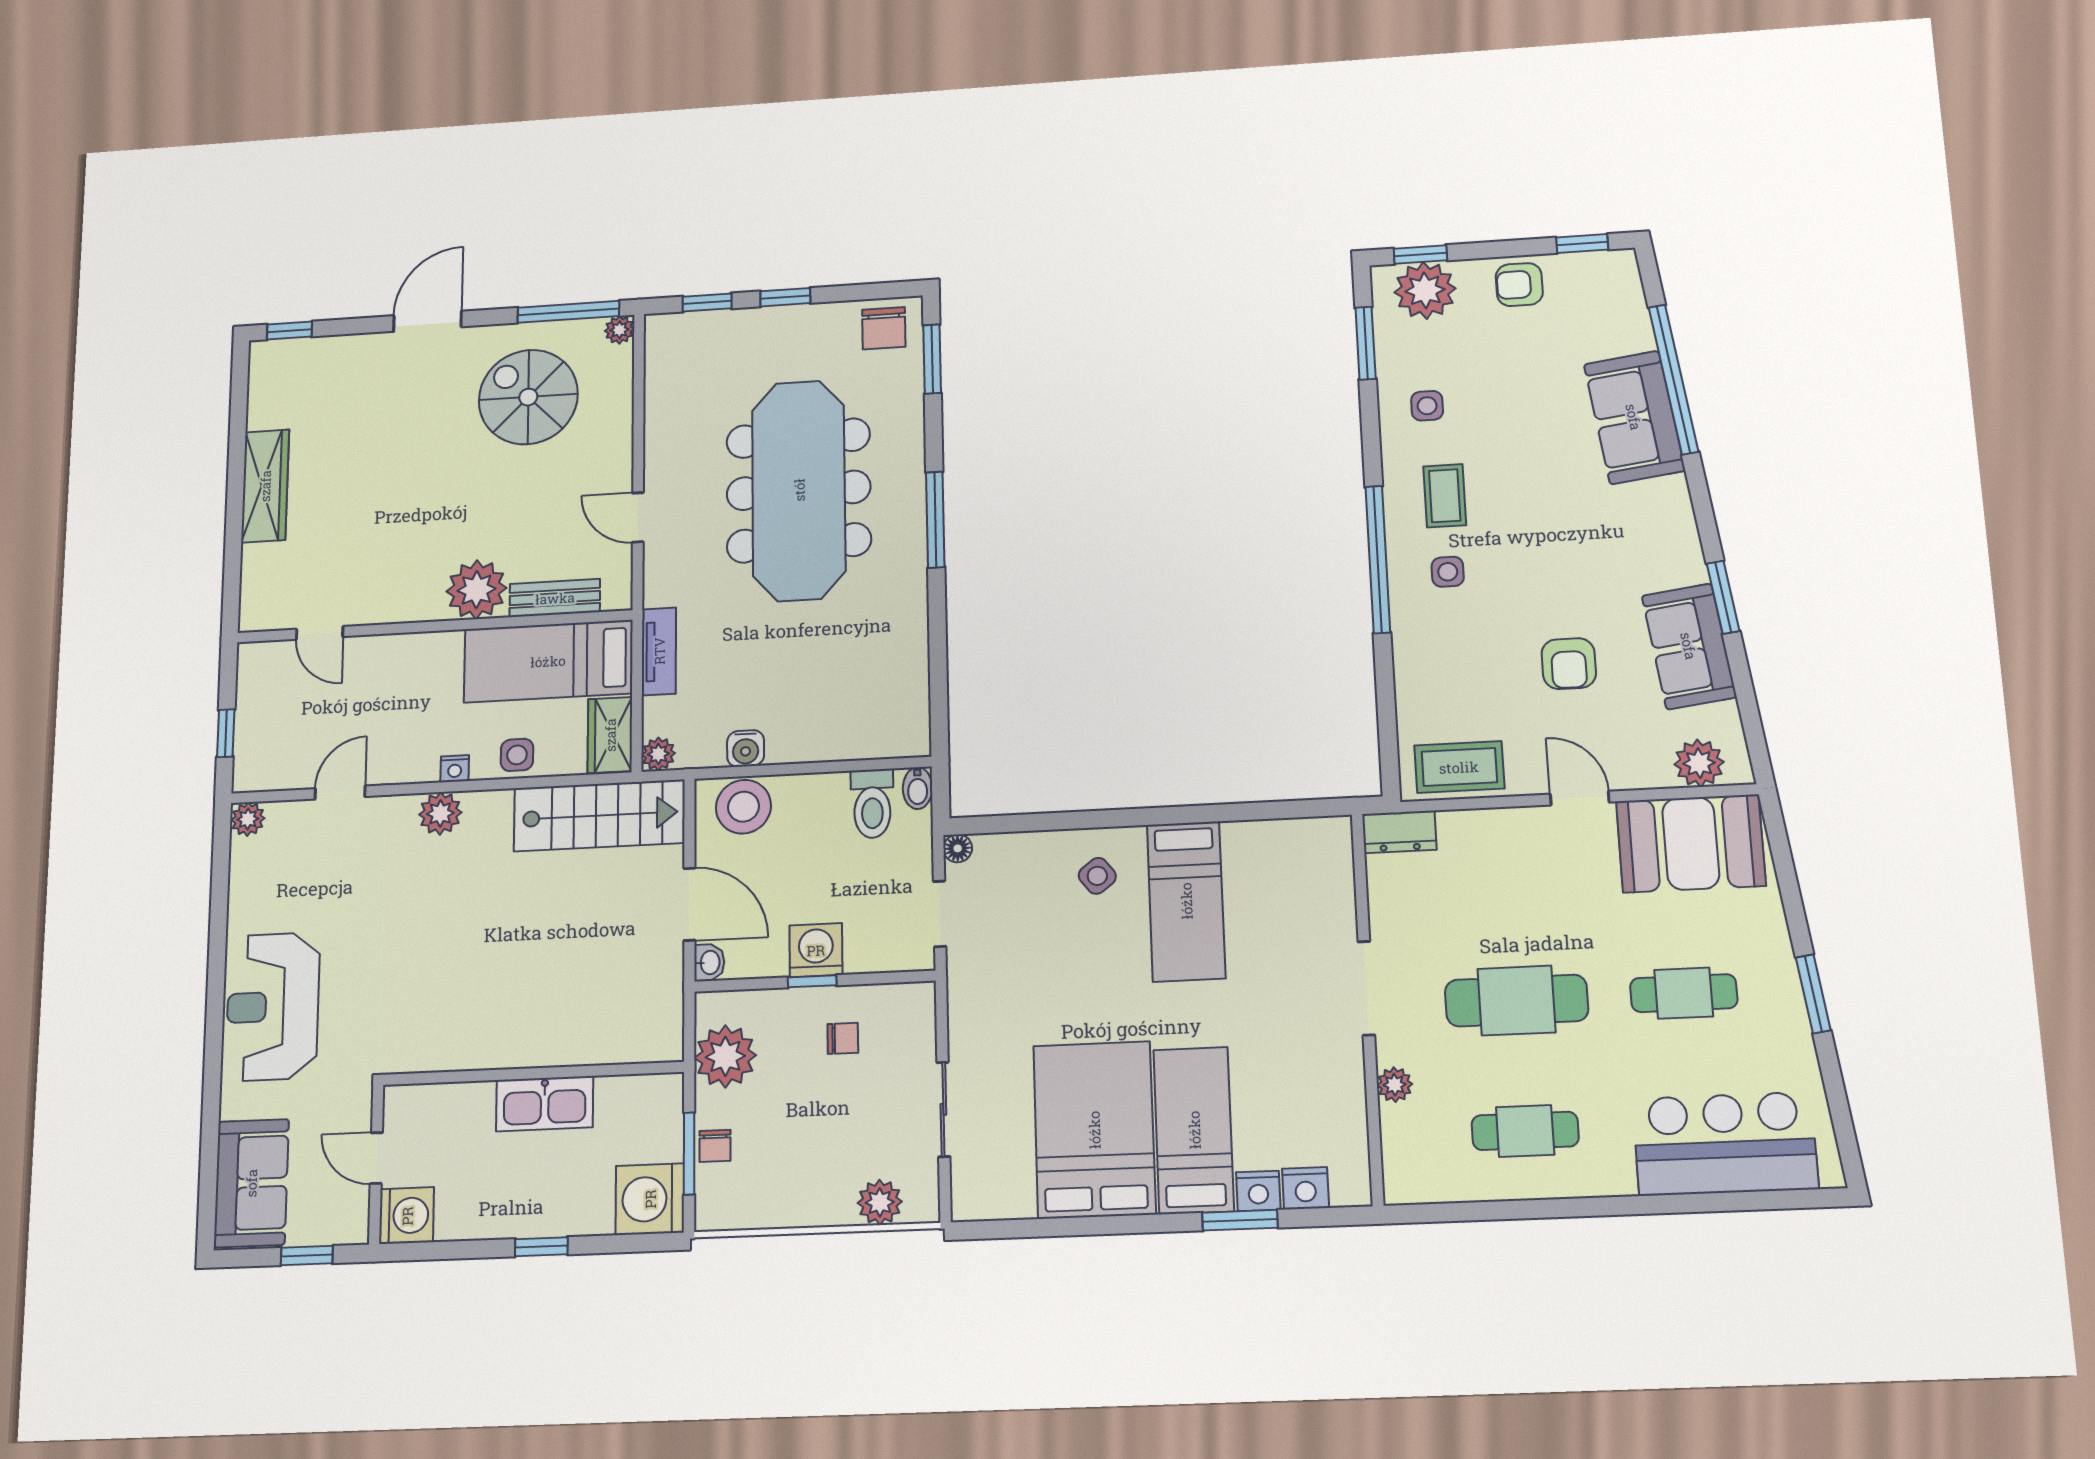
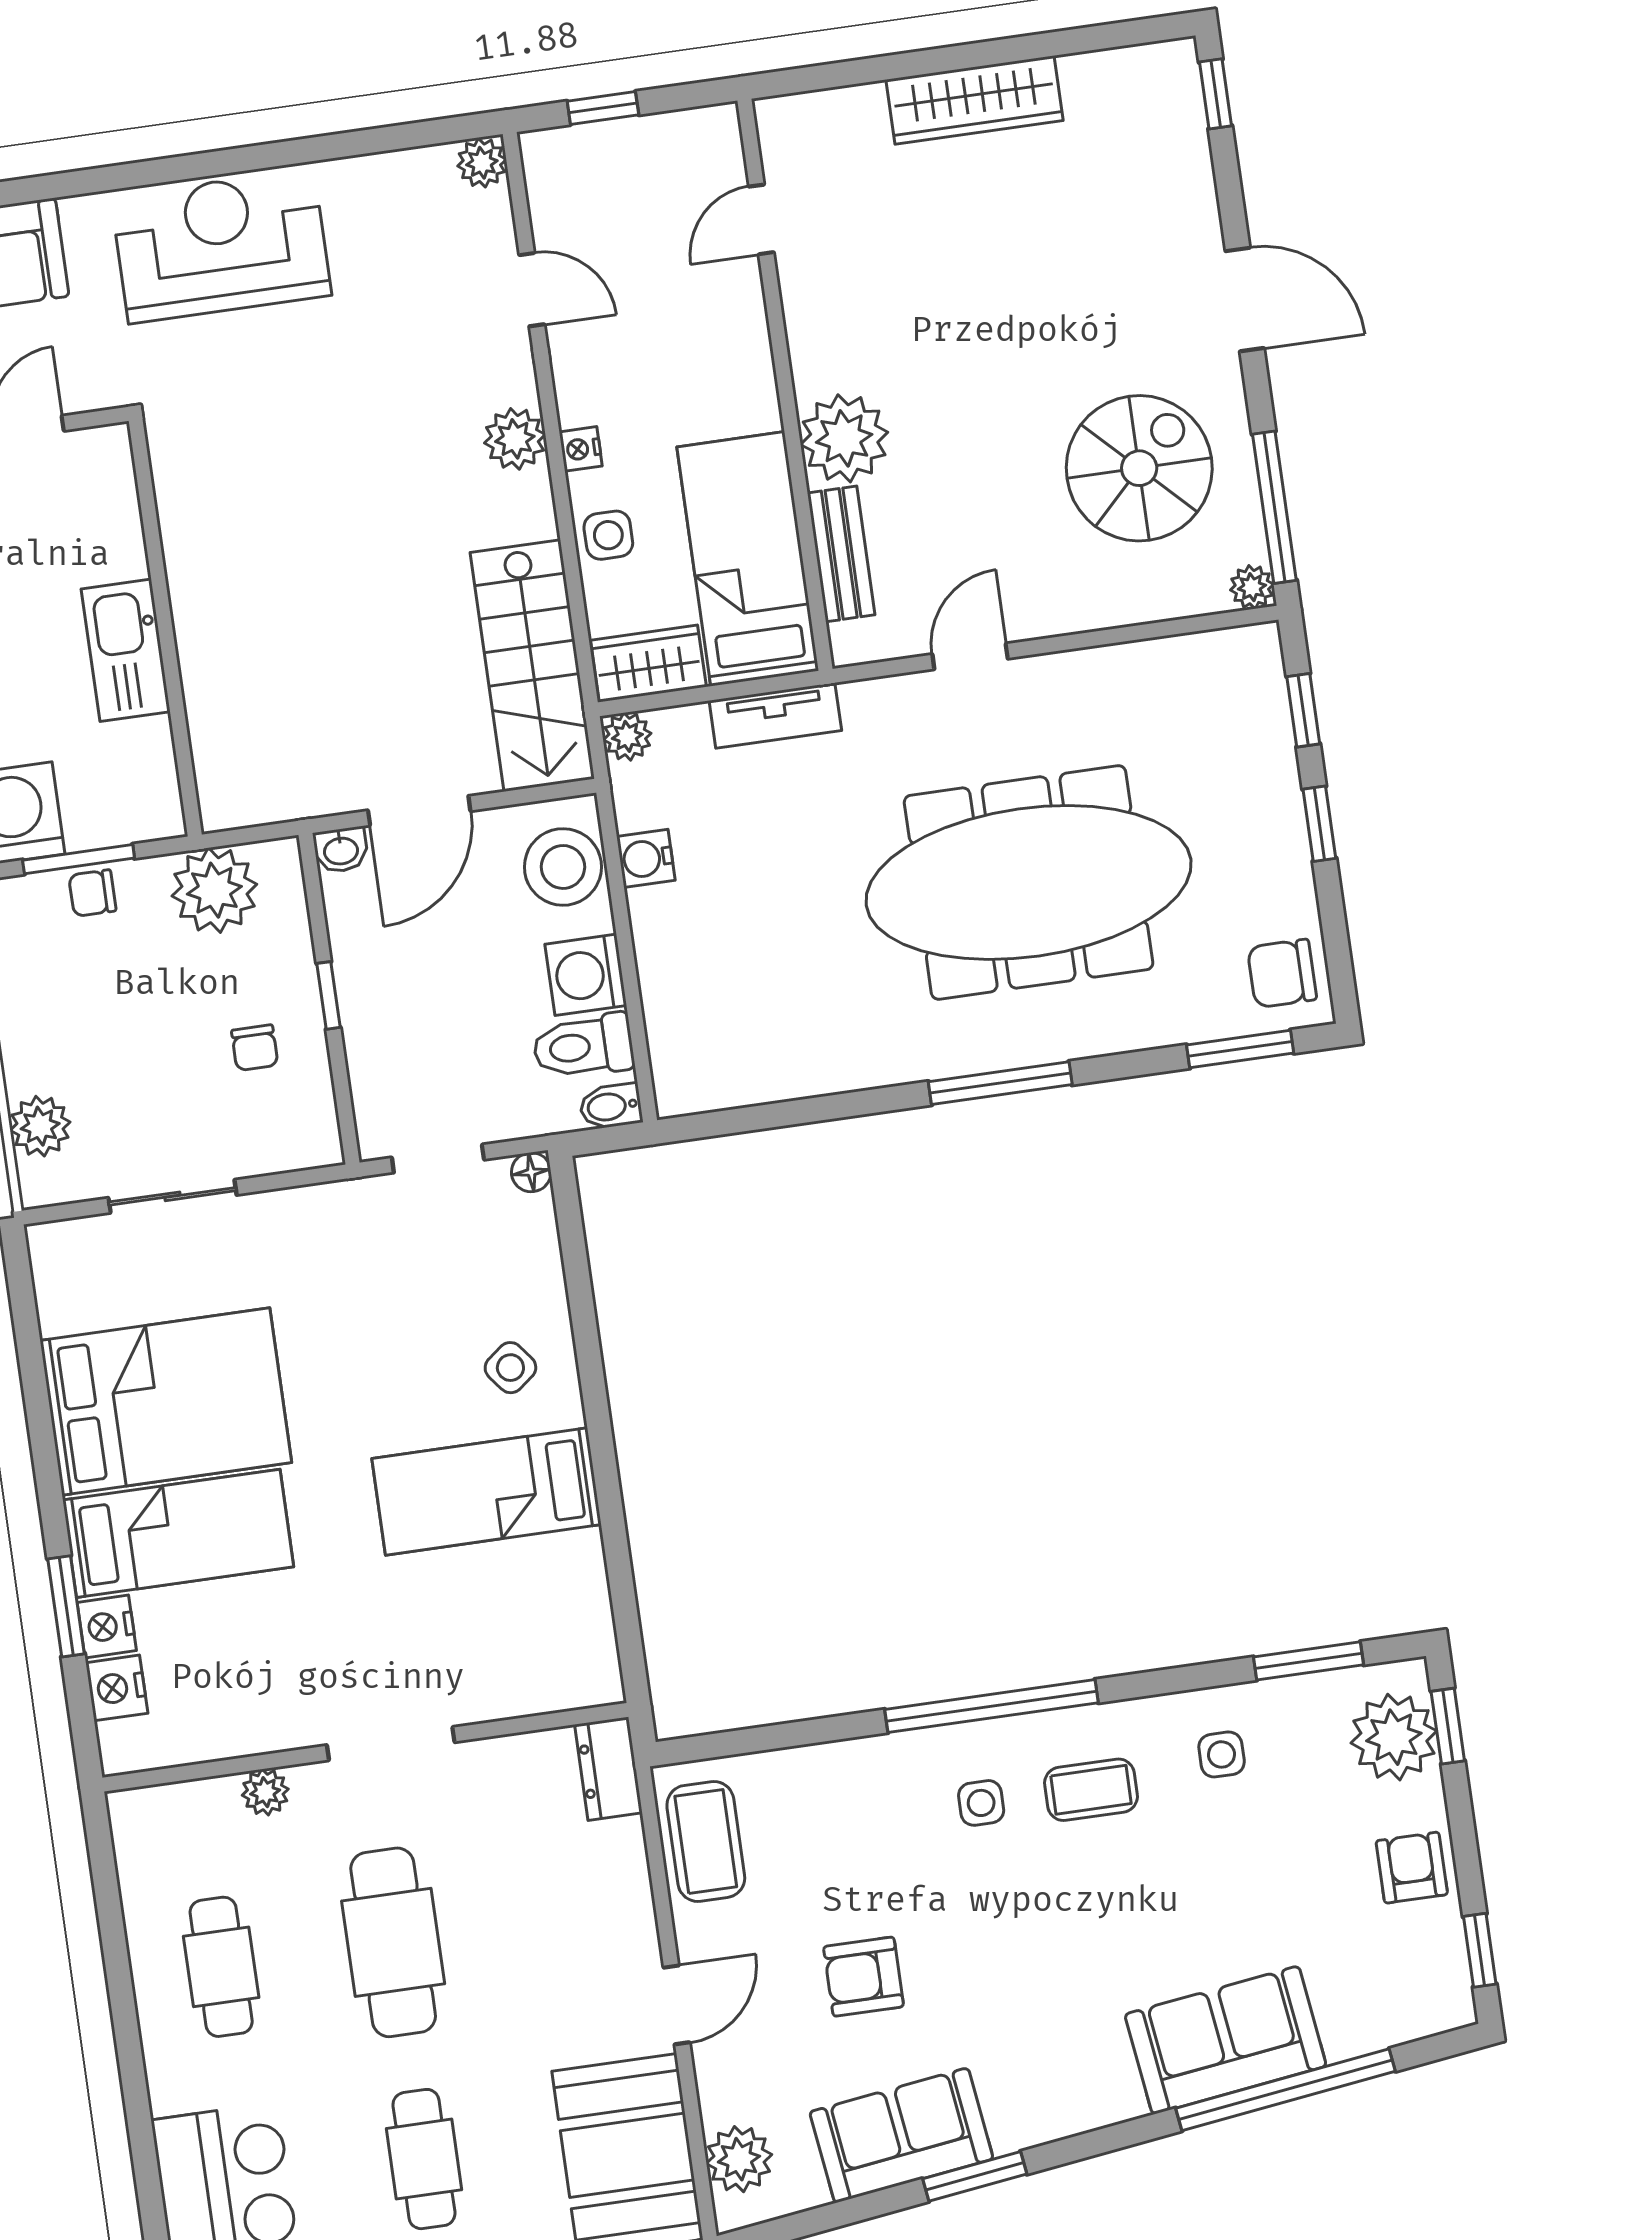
washing machine: (816, 950) -> (586, 975), moved, turned 180

